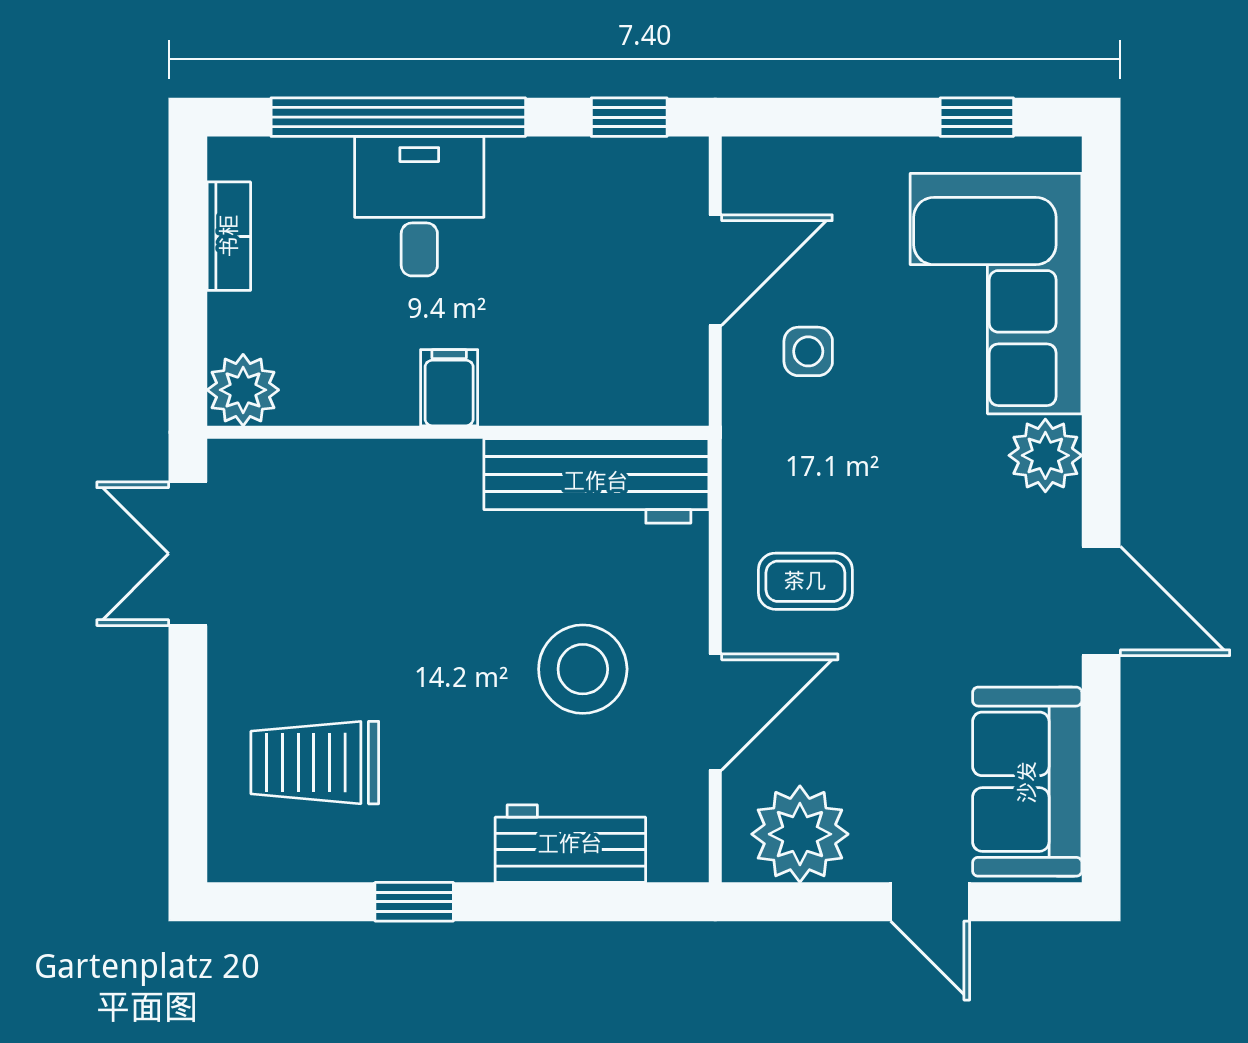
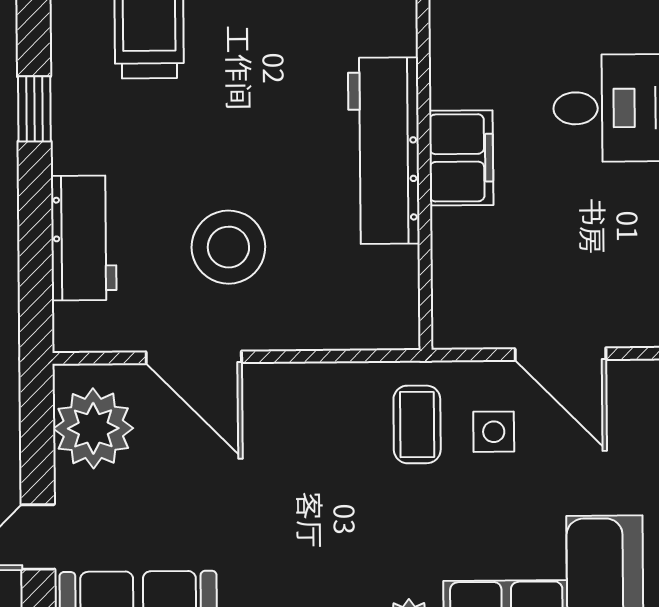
filing cabinet: (449, 388) -> (461, 158), width x2.00
workbench: (596, 481) -> (384, 151), moved
coffee table: (805, 581) -> (417, 424), moved

